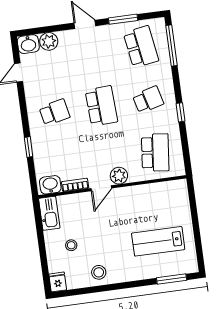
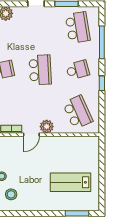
window: (171, 46) -> (102, 42), moved
school desk: (155, 153) -> (78, 112), turned -30
stool: (99, 272) -> (11, 194), moved

